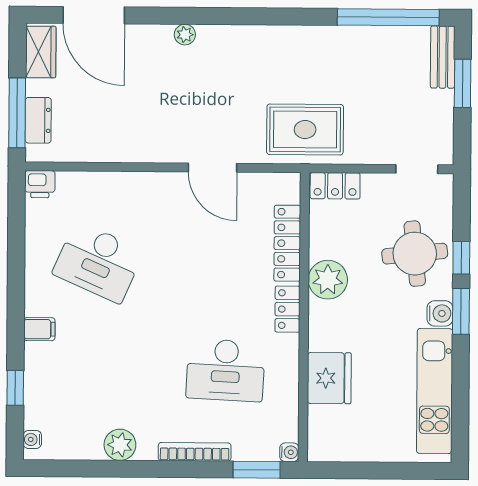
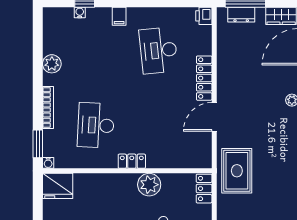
locker: (287, 243) -> (204, 78), moved, turned -90
desk: (98, 262) -> (158, 50), turned -30
fridge: (329, 378) -> (58, 186), moved
water cooler: (32, 439) -> (80, 13), moved

